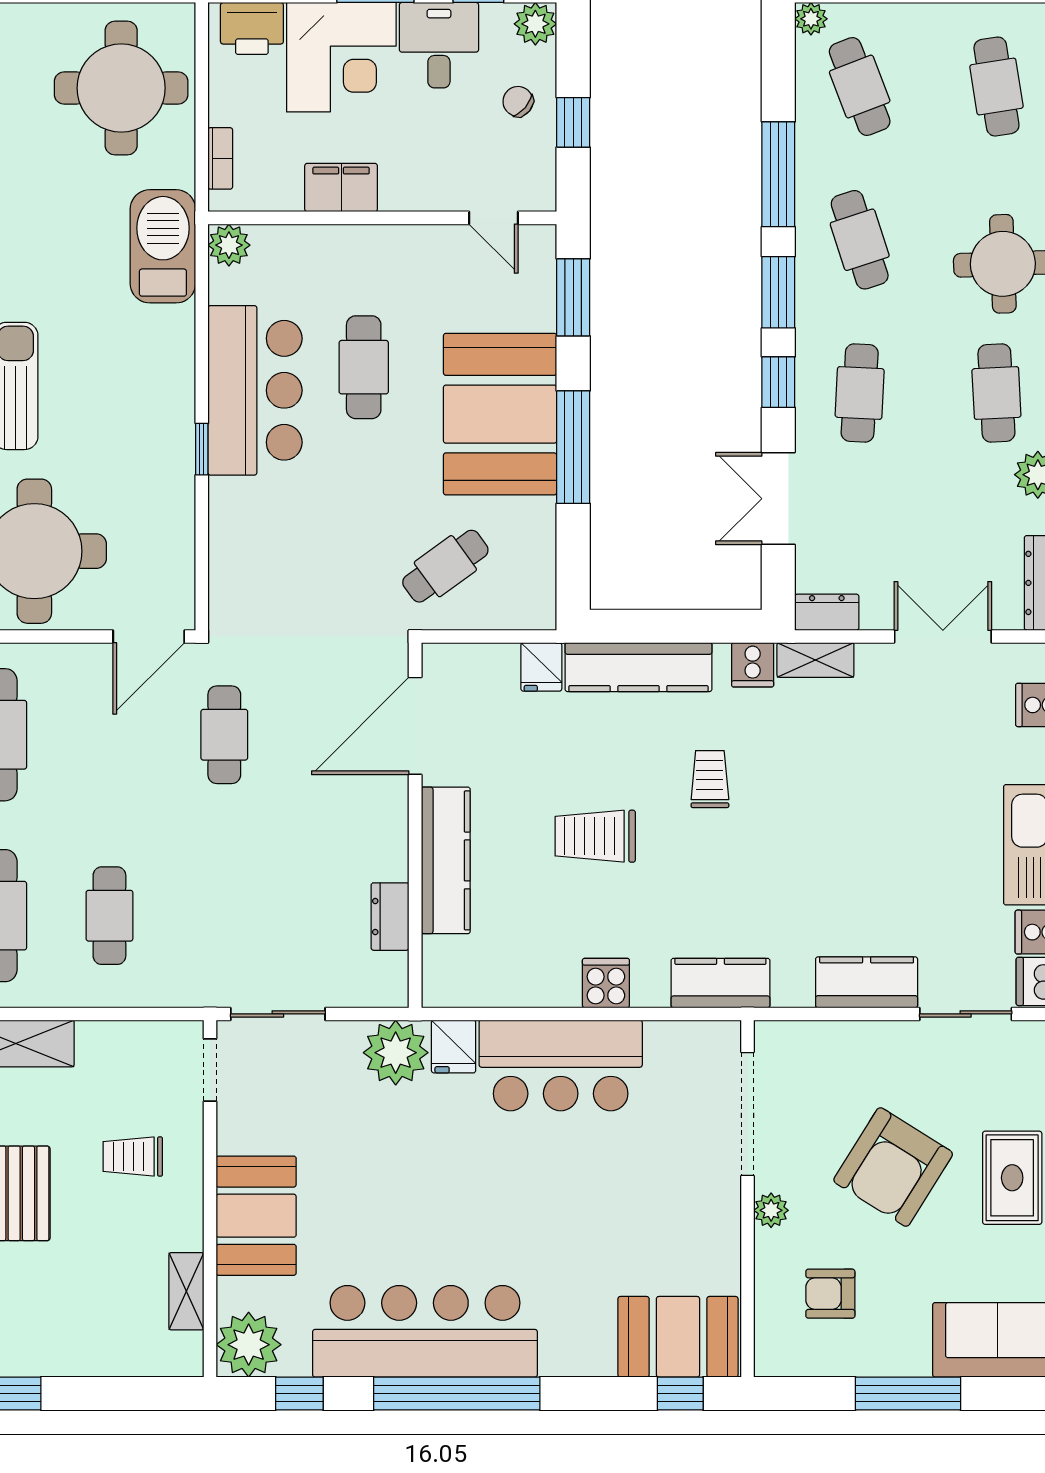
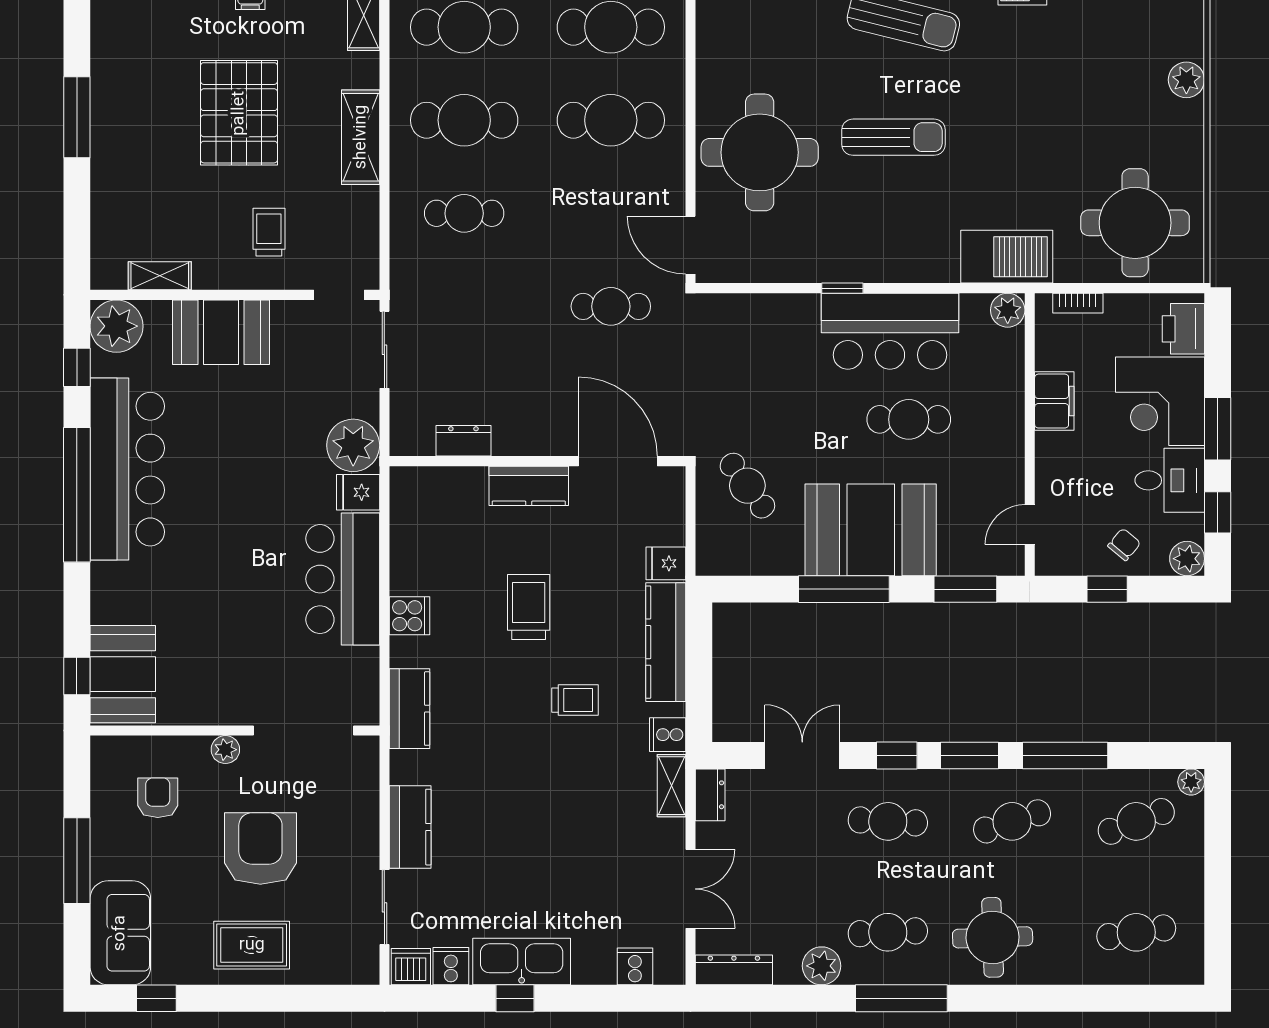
kitchen counter: (446, 860) -> (529, 486), width x0.67
armchair: (893, 1167) -> (260, 849), turned 58

